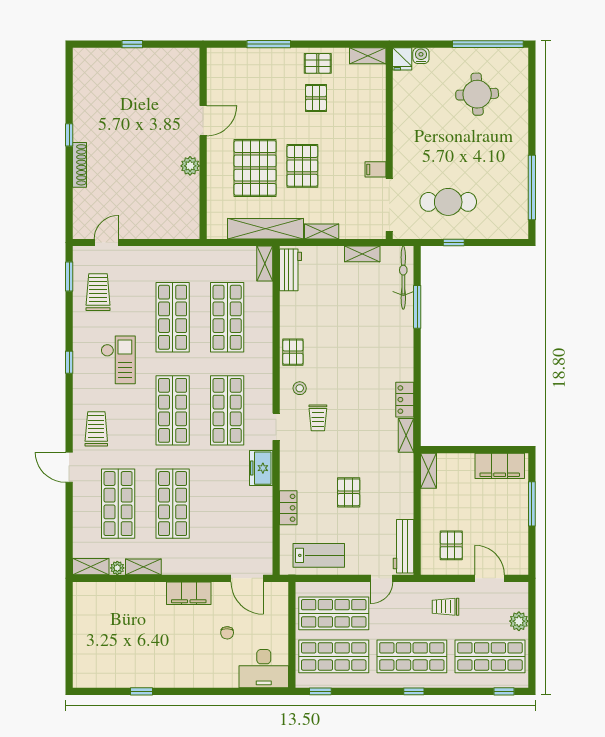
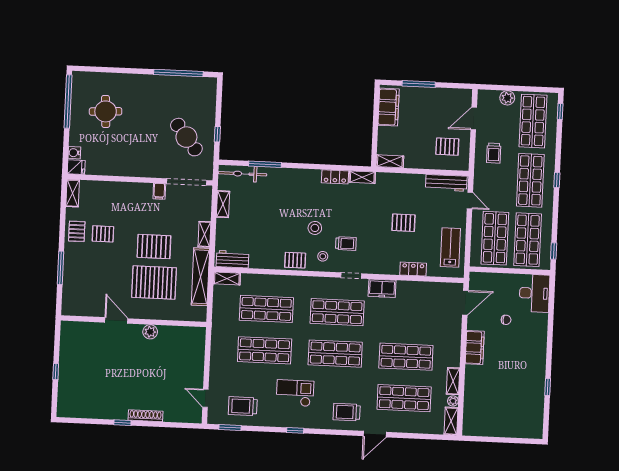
cafe table: (448, 202) -> (186, 137), turned -38
stool: (336, 376) -> (315, 228), added

